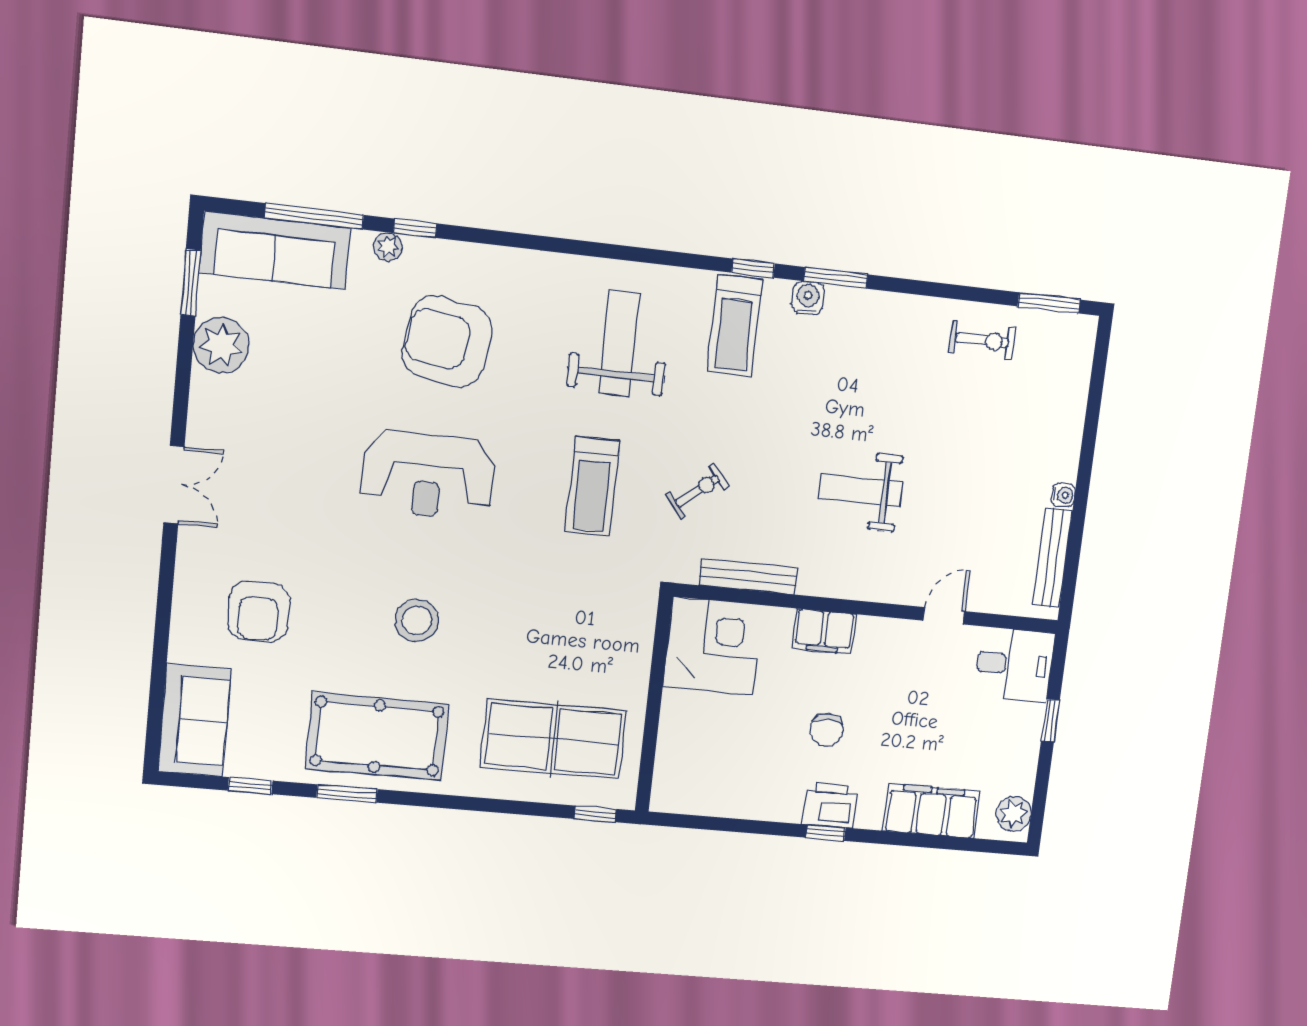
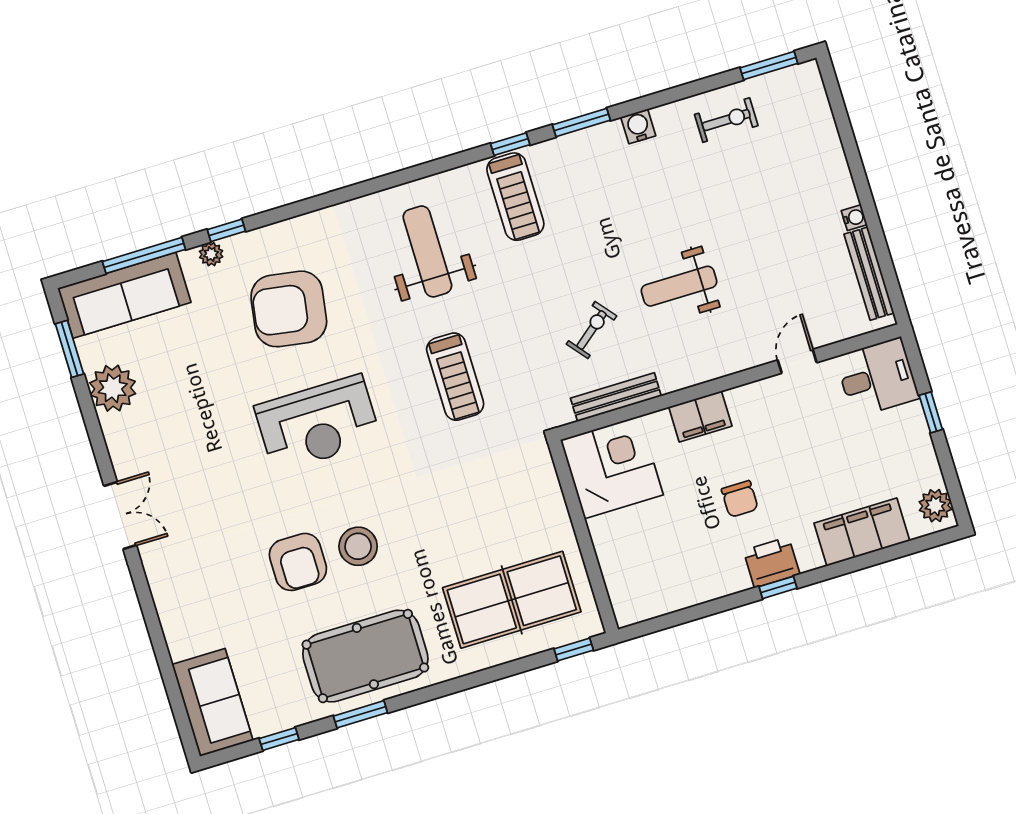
water cooler: (808, 298) -> (638, 126), moved
exercise bike: (697, 491) -> (592, 330), moved
armchair: (259, 612) -> (298, 562), moved

